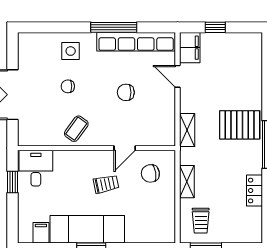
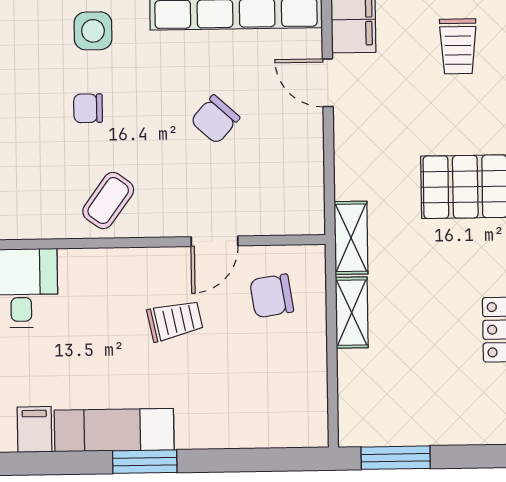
chair: (126, 92) -> (215, 119), turned -48
shelving: (187, 130) -> (351, 238), moved
trolley: (201, 221) -> (458, 46), moved
exam couch: (87, 229) -> (114, 430), width x0.73, depth x0.69

